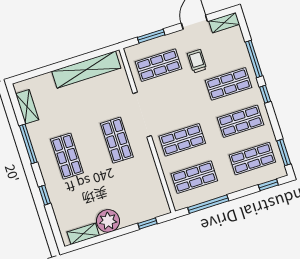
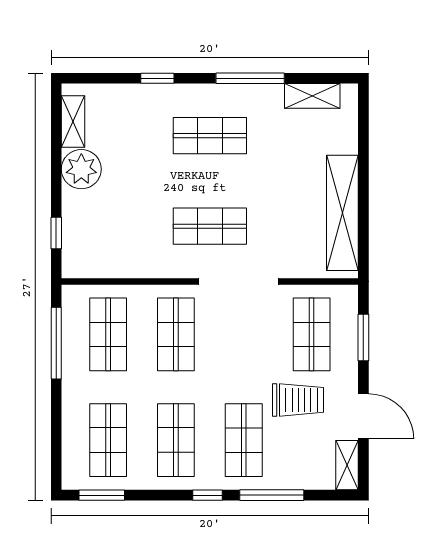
trolley: (197, 61) -> (298, 400), width x1.36, depth x1.39
window: (268, 185) -> (56, 452), removed

